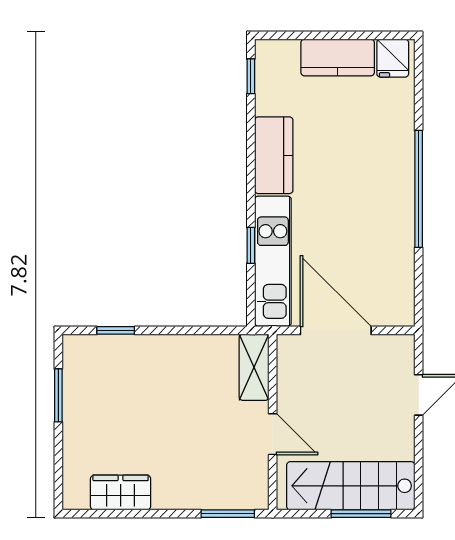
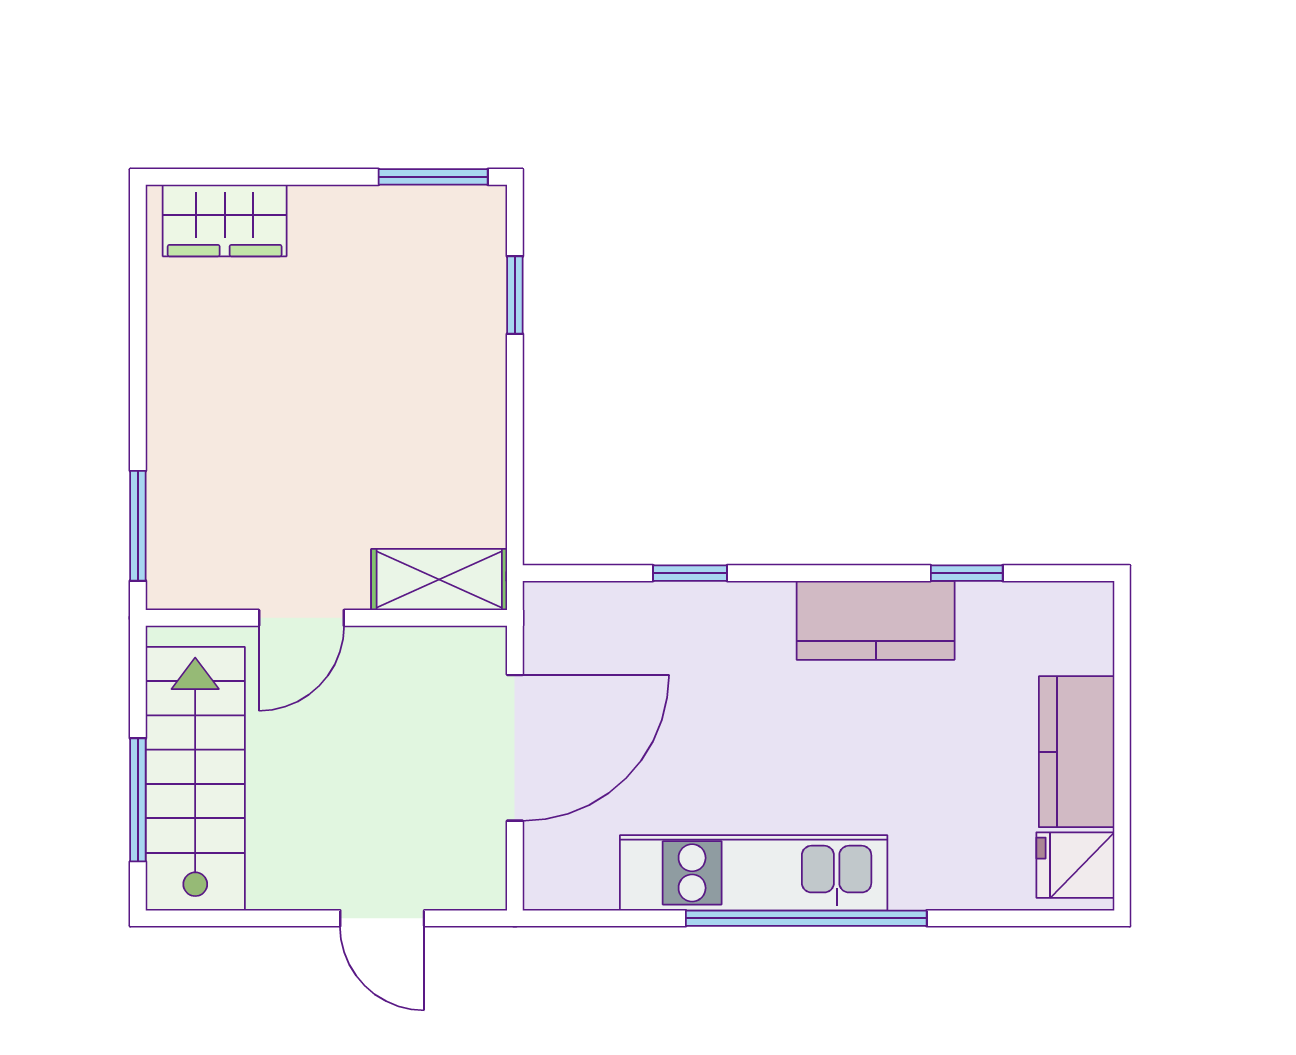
window: (251, 76) -> (967, 573), moved
kitchen unit: (273, 261) -> (754, 873), moved, turned 180
window: (58, 395) -> (433, 177), moved
wardrobe: (121, 492) -> (225, 220), moved, turned 90

